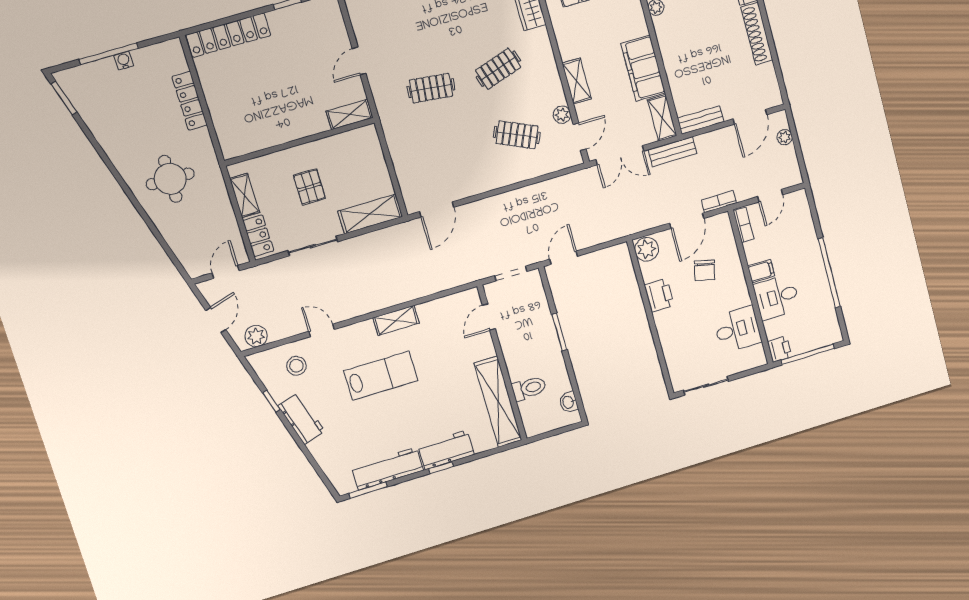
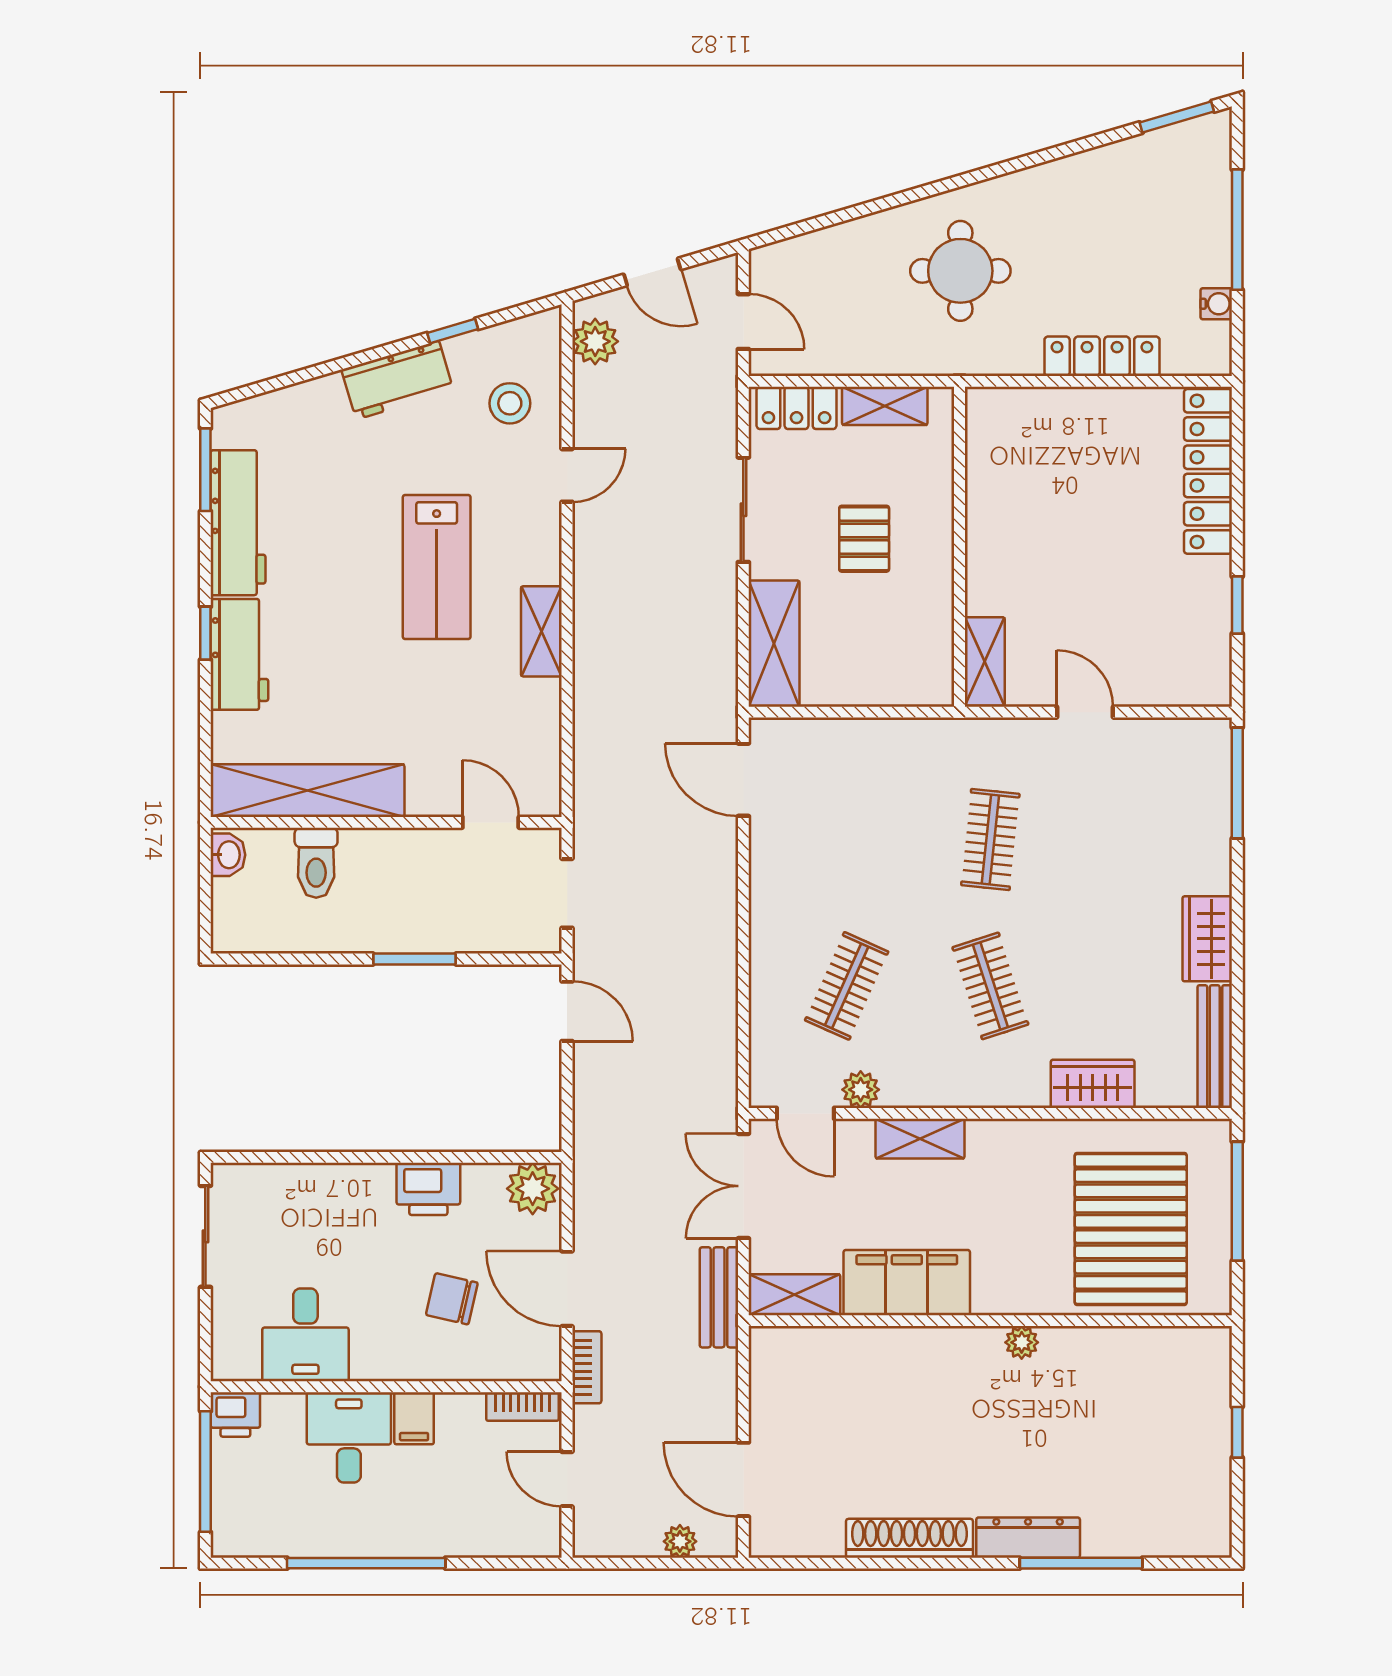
water cooler: (124, 61) -> (1216, 304), moved
bench: (701, 120) -> (767, 1374), removed
pallet: (309, 187) -> (864, 539), turned 90
washbasin: (568, 402) -> (228, 855), moved, turned 90

